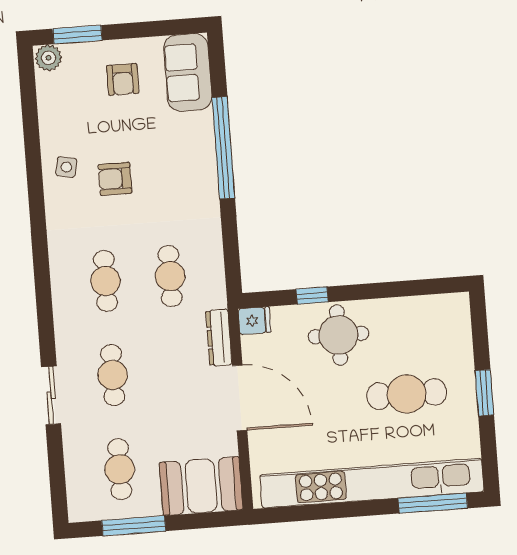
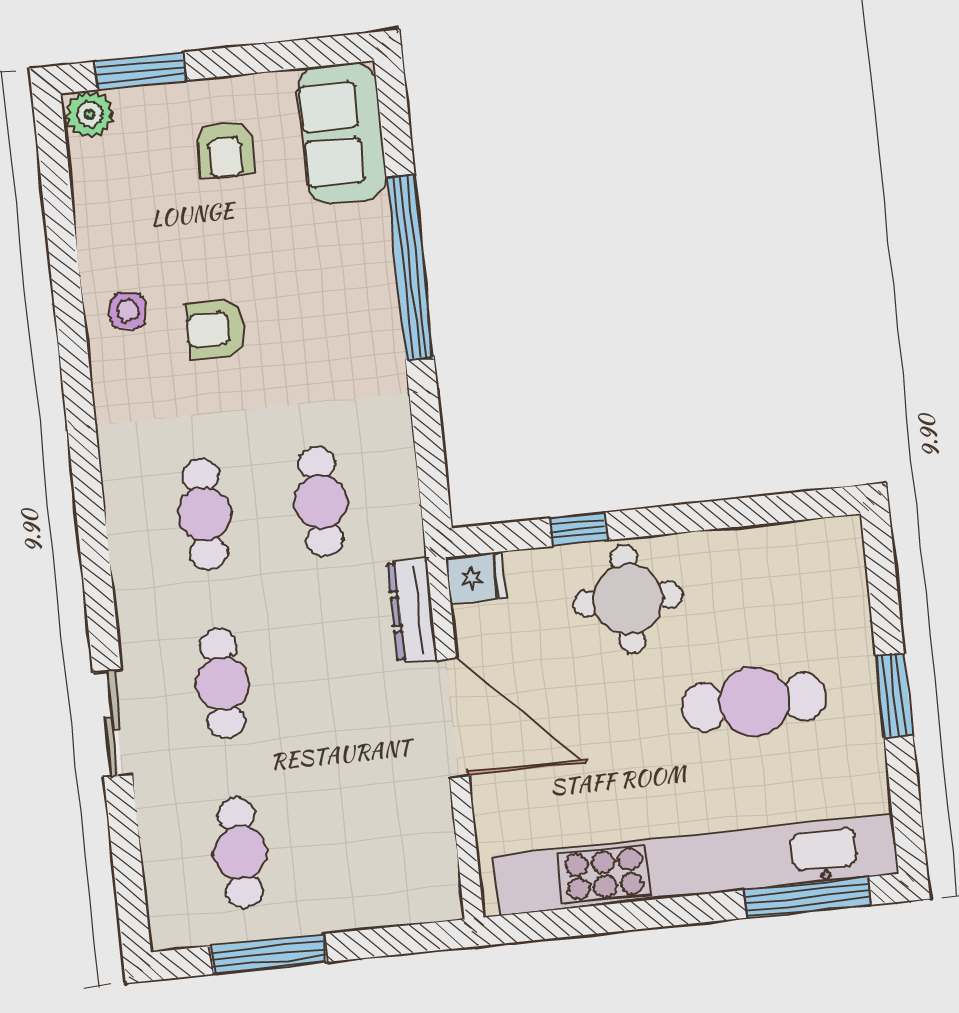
booth: (201, 486) -> (388, 879), removed

